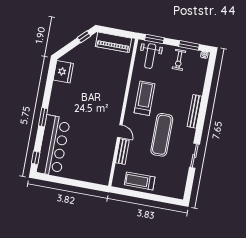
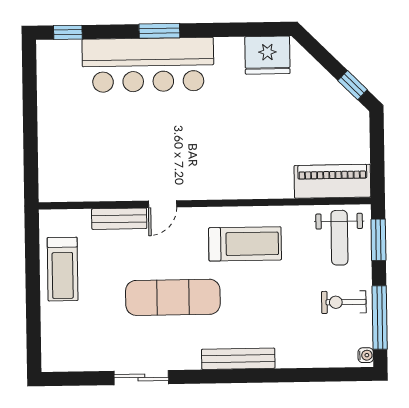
piano: (113, 42) -> (332, 181), moved, turned 90
window: (189, 45) -> (380, 318), width x1.44
weight bench: (150, 56) -> (339, 238), turned -90
bar counter: (53, 146) -> (148, 65), moved
treadmill: (140, 181) -> (63, 269), turned 180

